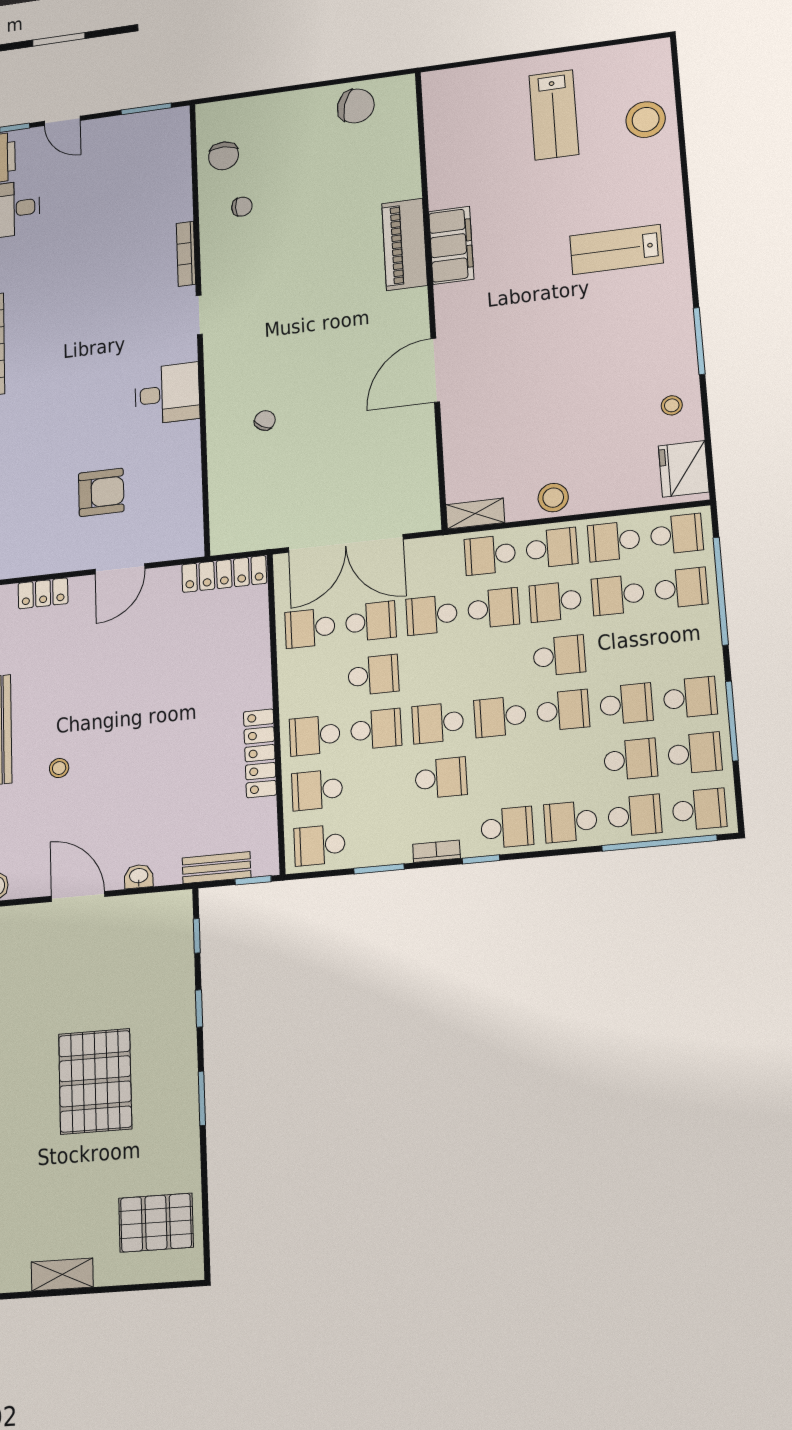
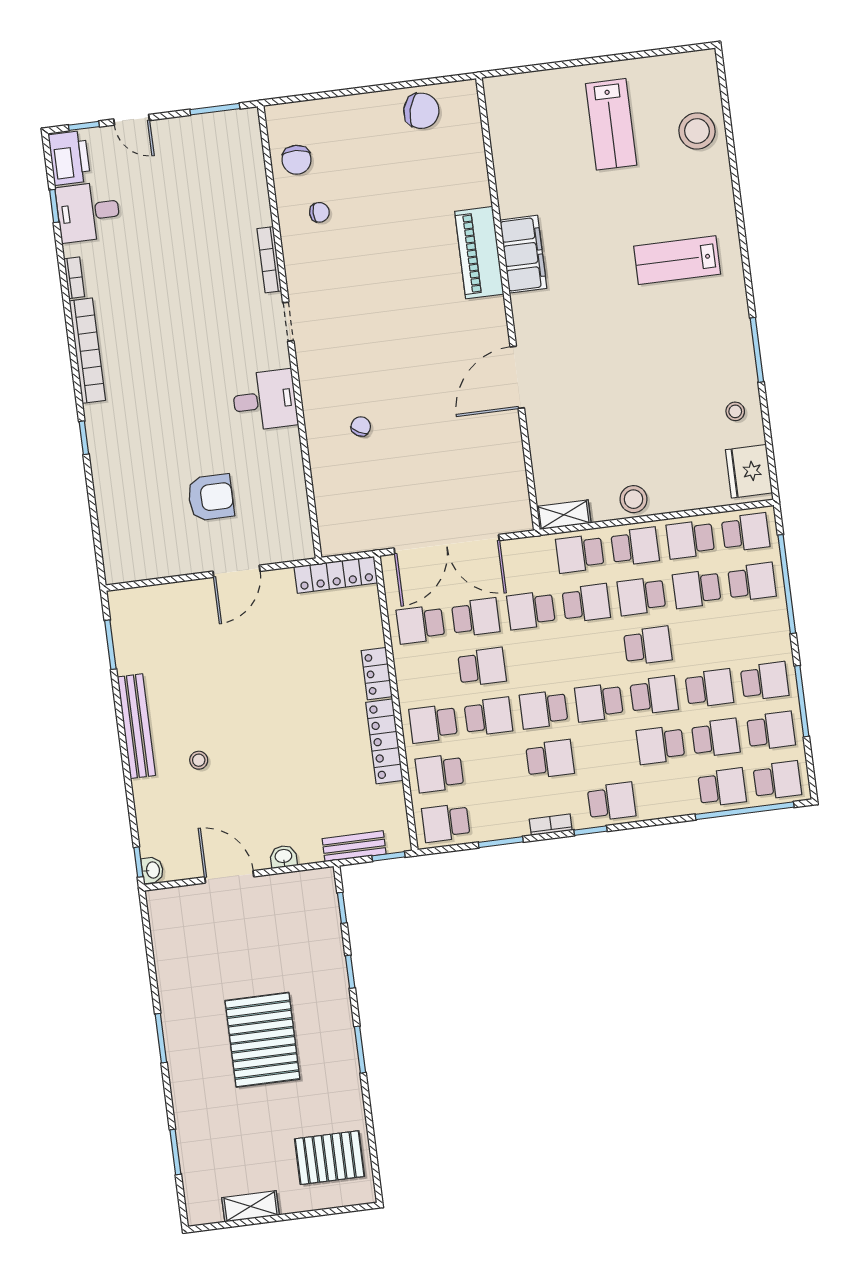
locker: (43, 593) -> (377, 674), moved, turned 90
school desk: (571, 822) -> (660, 745), moved

